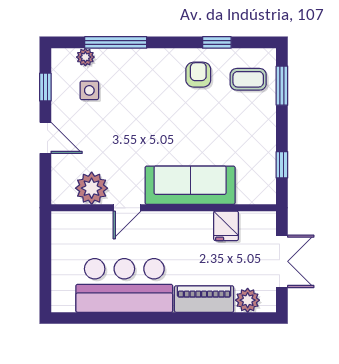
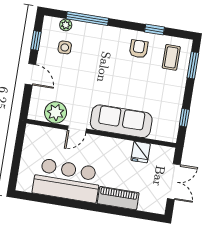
coffee table: (248, 79) -> (171, 57), turned 90
plant: (248, 300) -> (147, 204), removed

